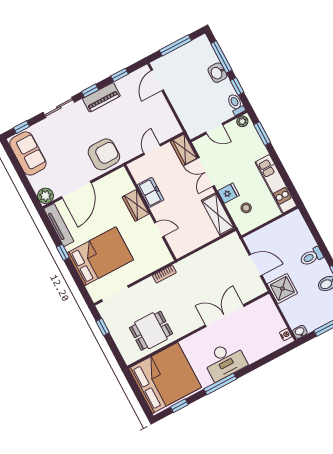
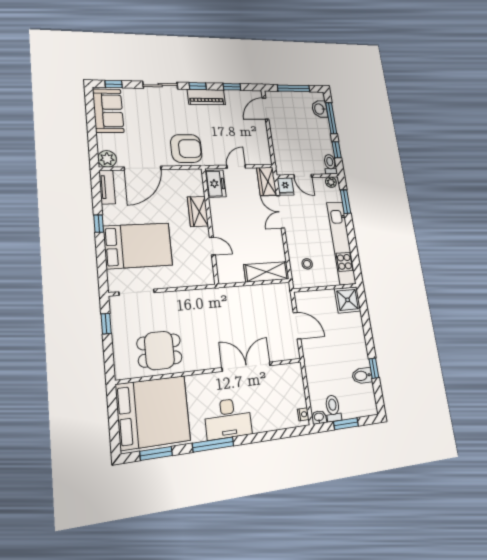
washbasin: (217, 73) -> (320, 109), moved
kitchen unit: (276, 184) -> (341, 243), width x1.36
freezer: (151, 192) -> (216, 184), moved
fridge: (229, 193) -> (285, 187), moved, turned 90
shelving: (218, 214) -> (266, 272), moved, turned 90
tv unit: (59, 225) -> (107, 187), width x0.71
toilet: (311, 257) -> (333, 408), moved, turned 90
bookcase: (164, 274) -> (199, 294), removed
shower: (282, 289) -> (348, 300), moved
window: (179, 406) -> (156, 453), width x1.50

